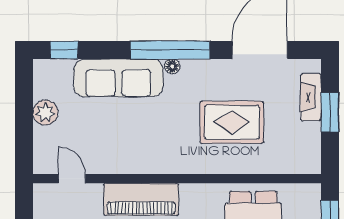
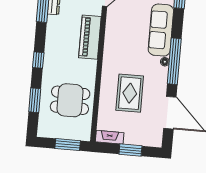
fireplace: (311, 97) -> (110, 137), moved

